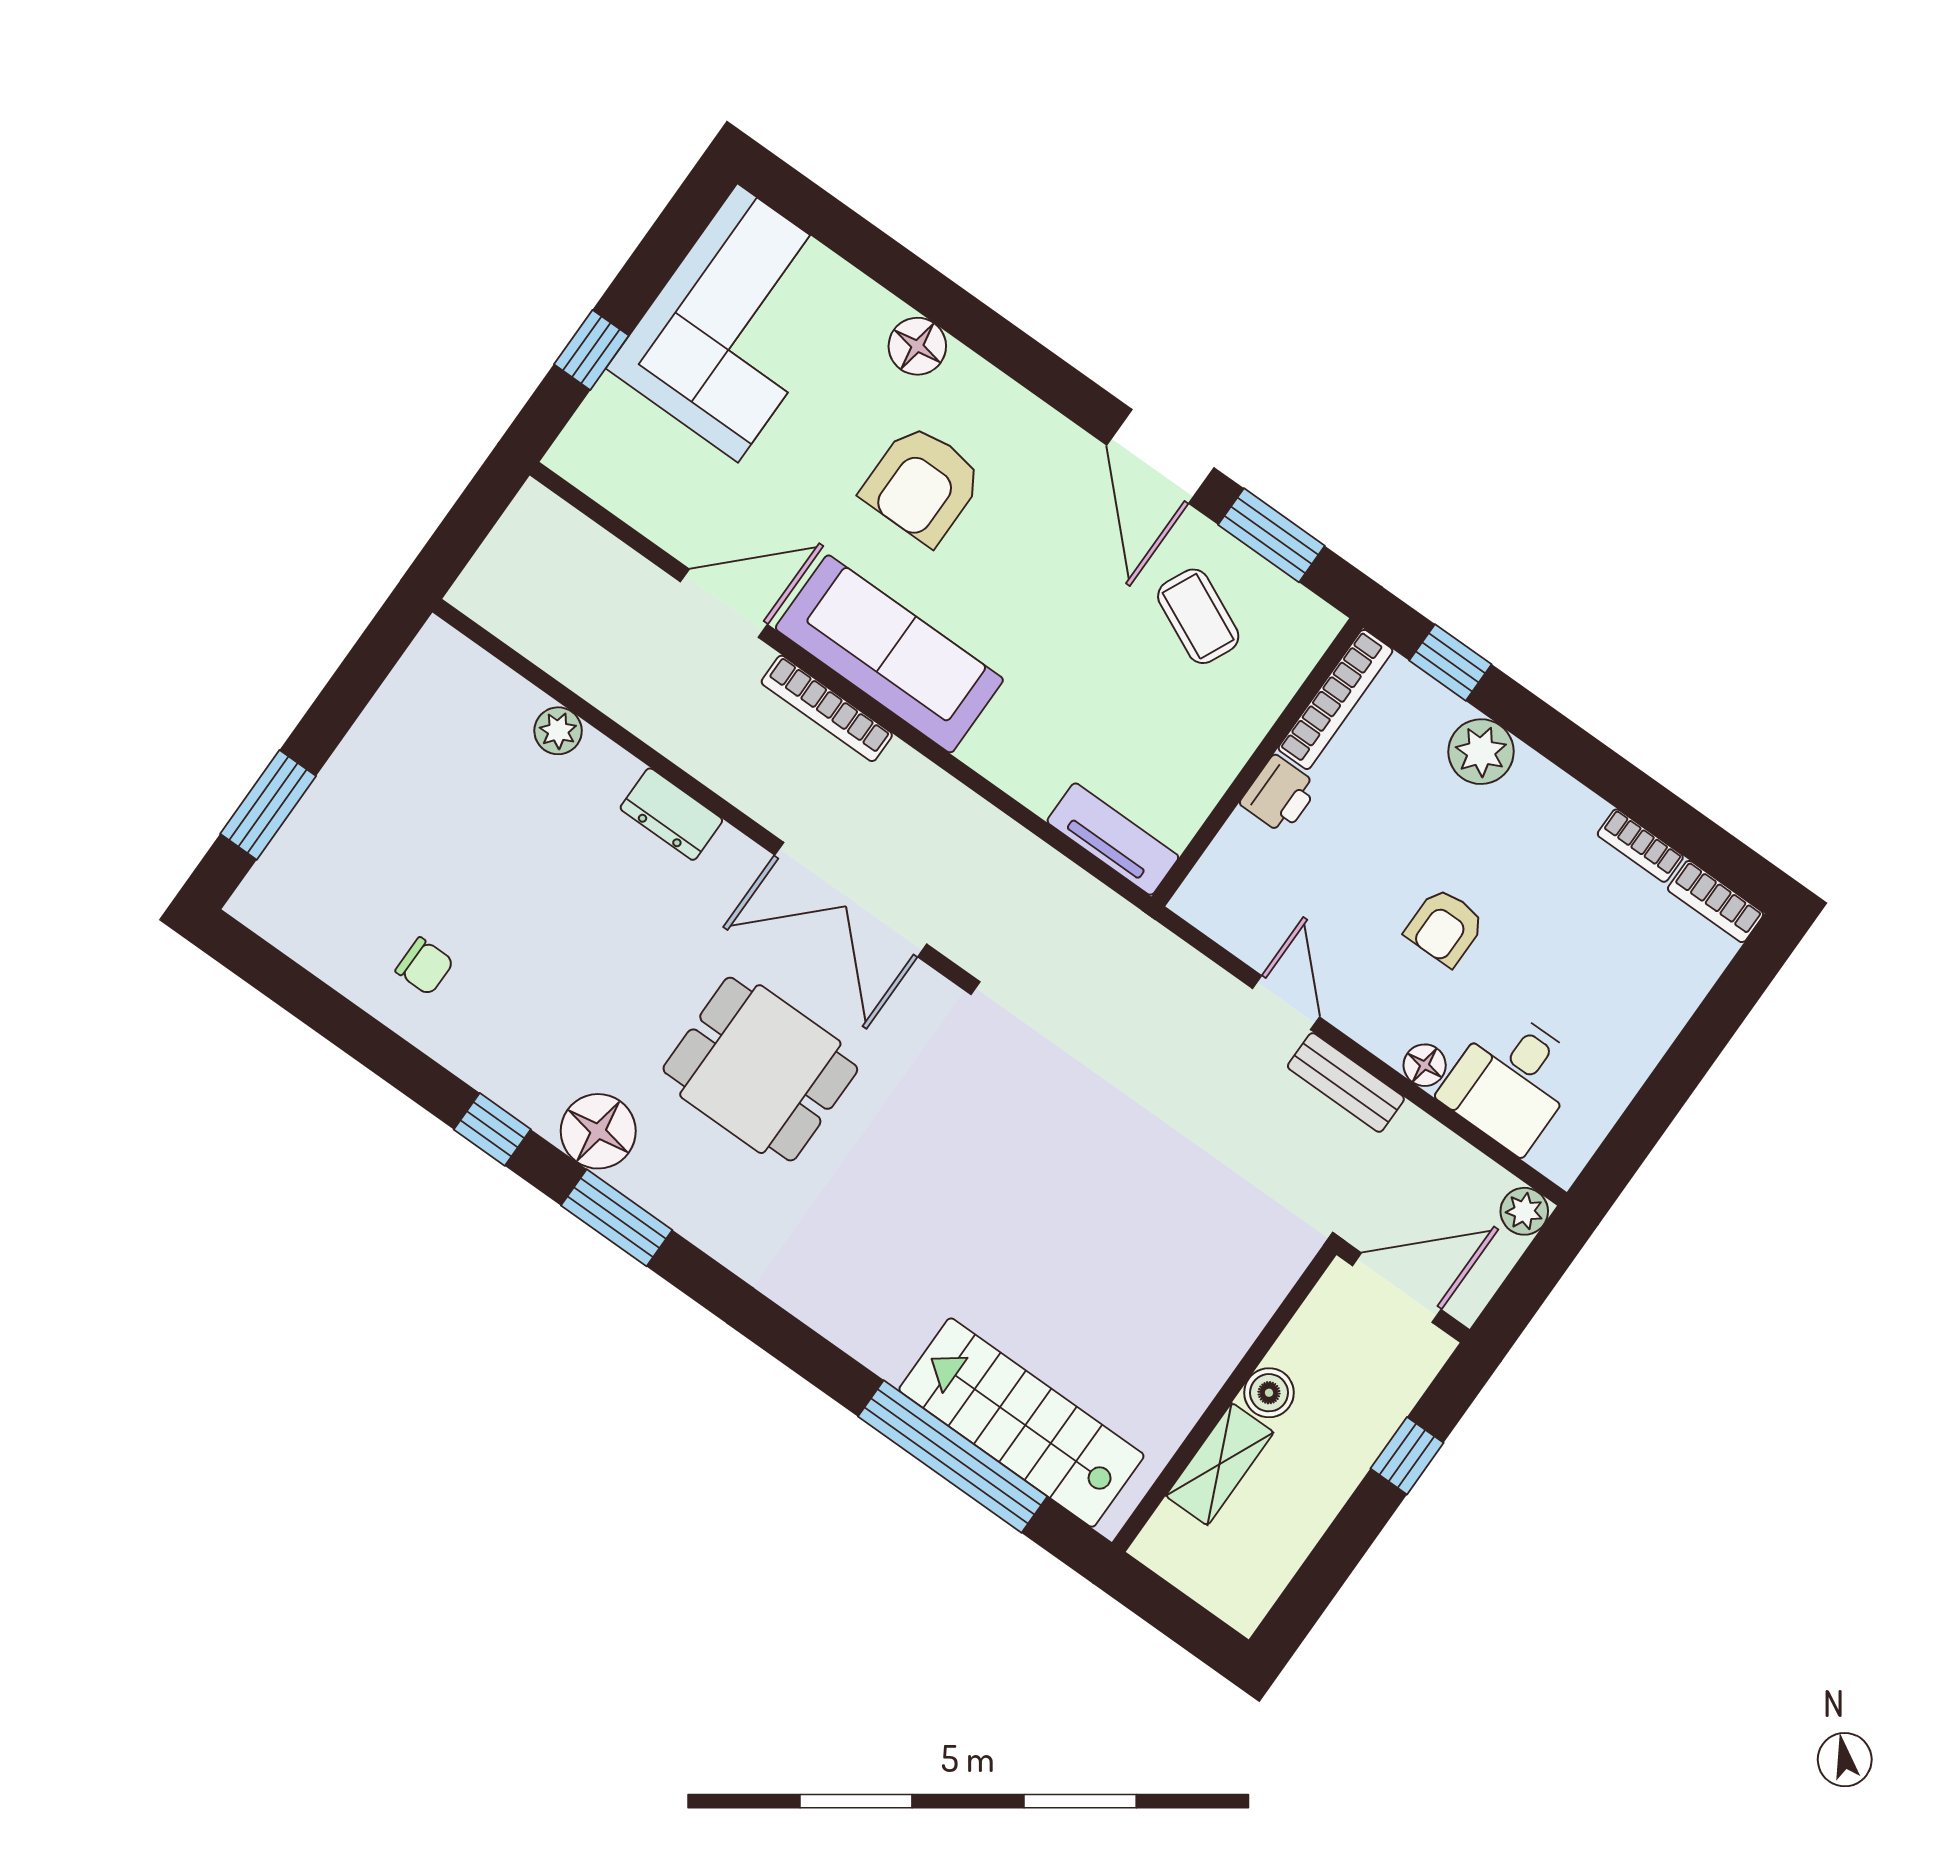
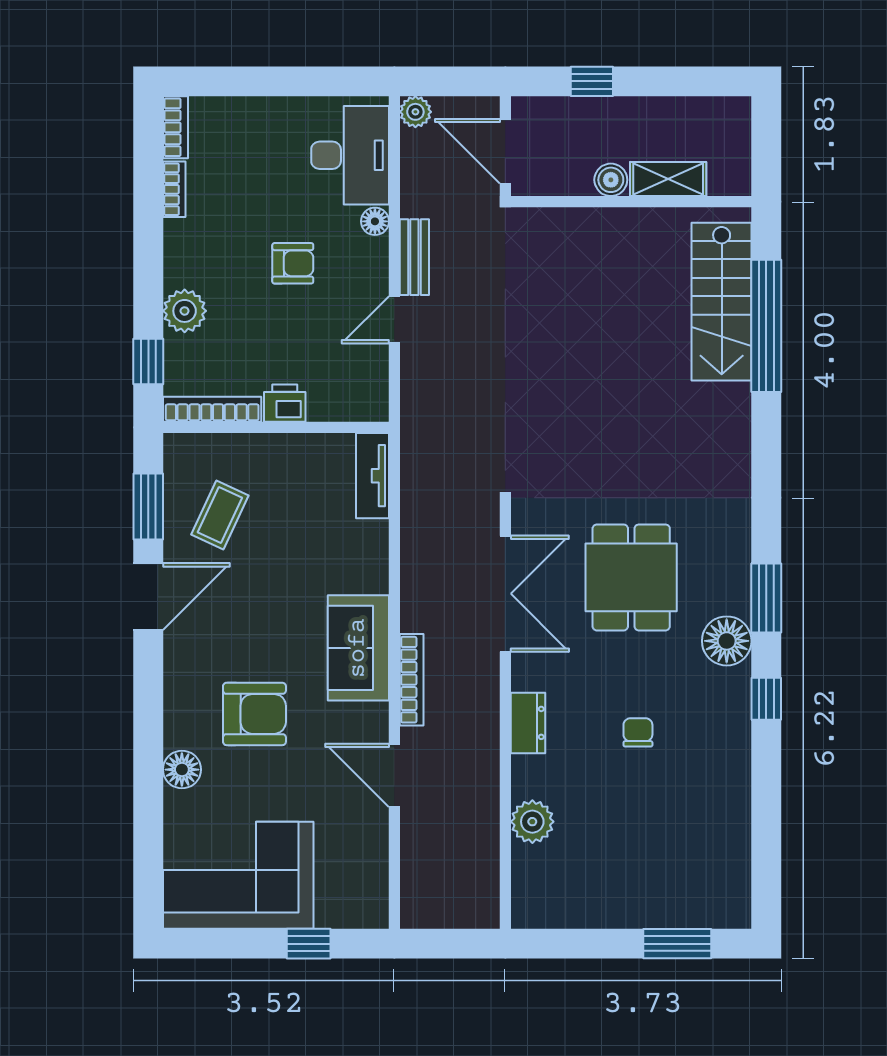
sofa: (889, 654) -> (358, 648), width x0.73
plant: (558, 731) -> (532, 822), width x1.38, depth x1.38
chair: (425, 966) -> (638, 732), moved
desk: (1511, 1081) -> (350, 155), width x1.37

